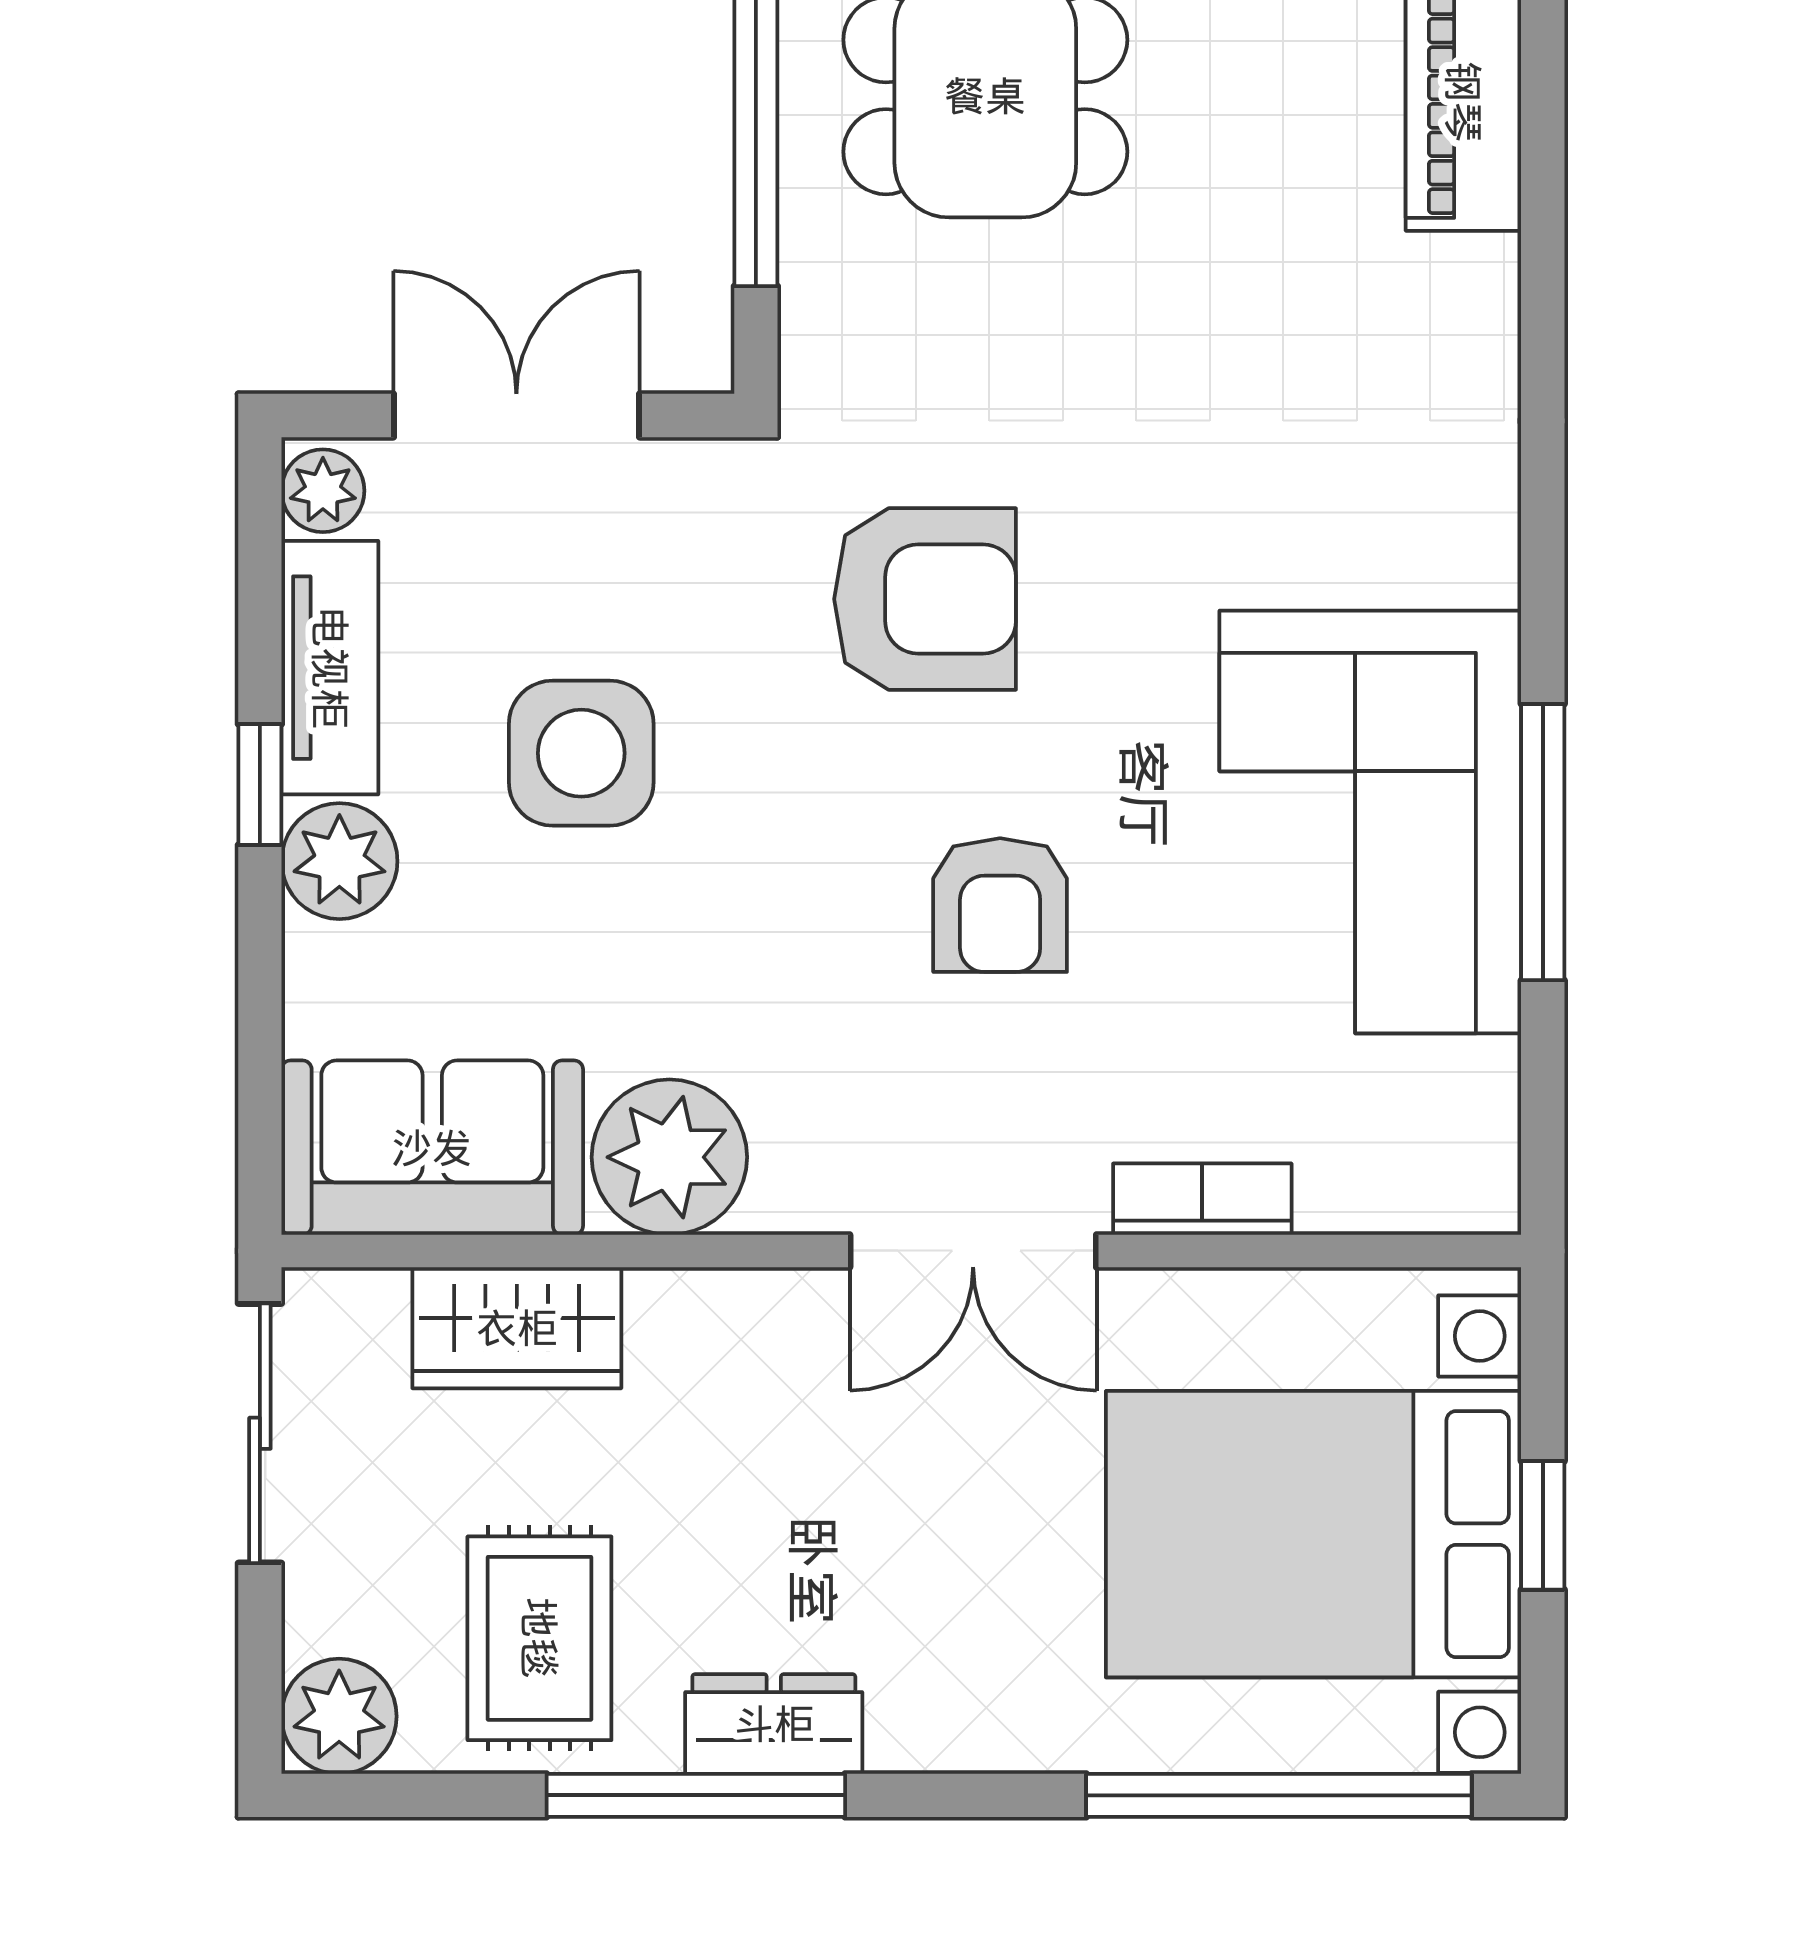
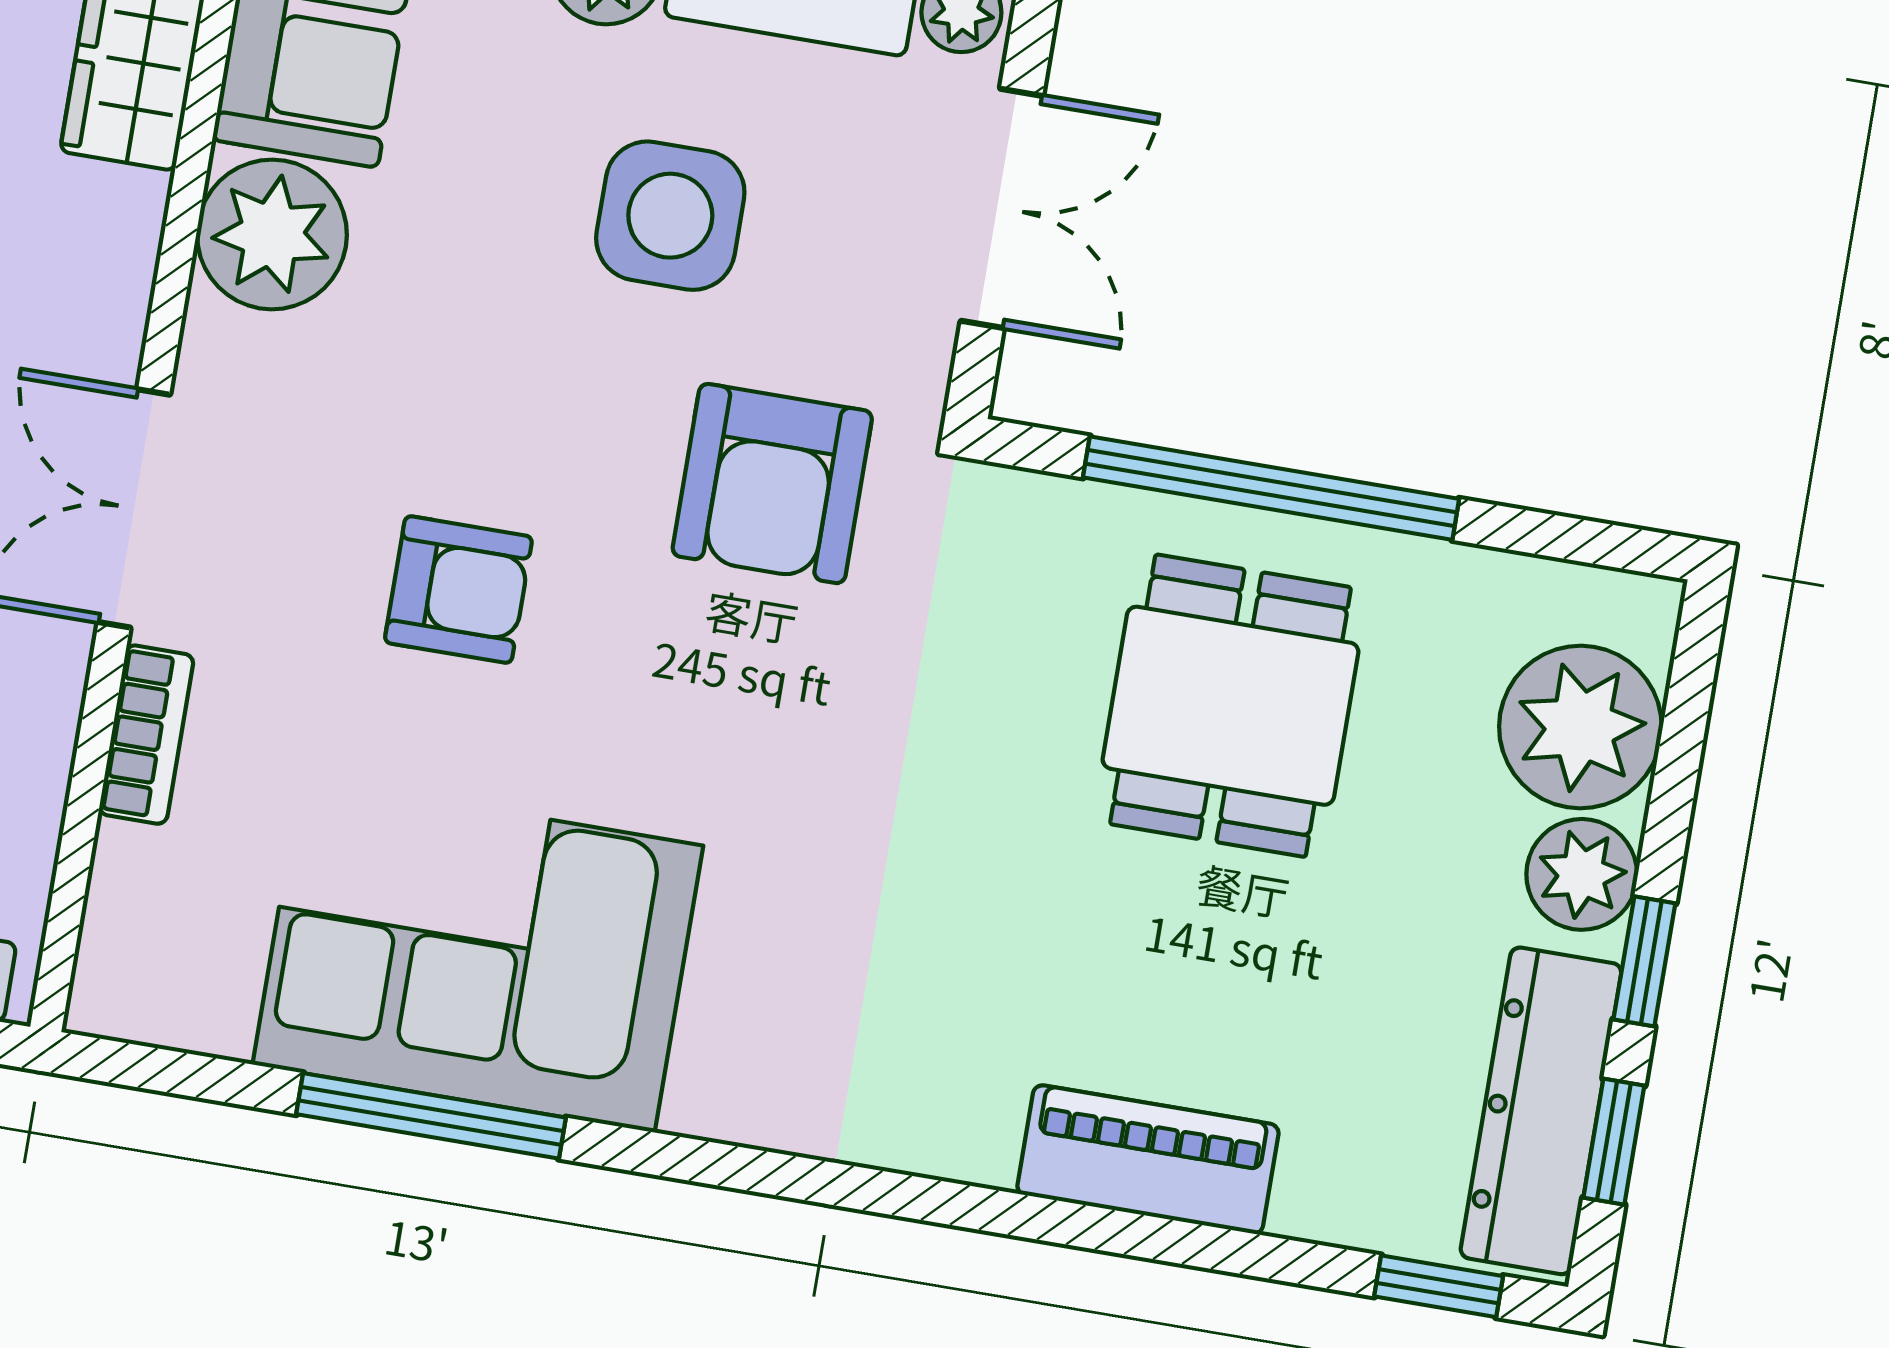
armchair: (925, 599) -> (772, 484), moved
armchair: (1000, 905) -> (458, 590), turned 180

